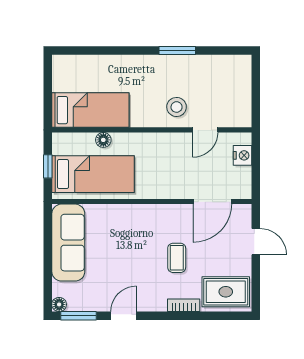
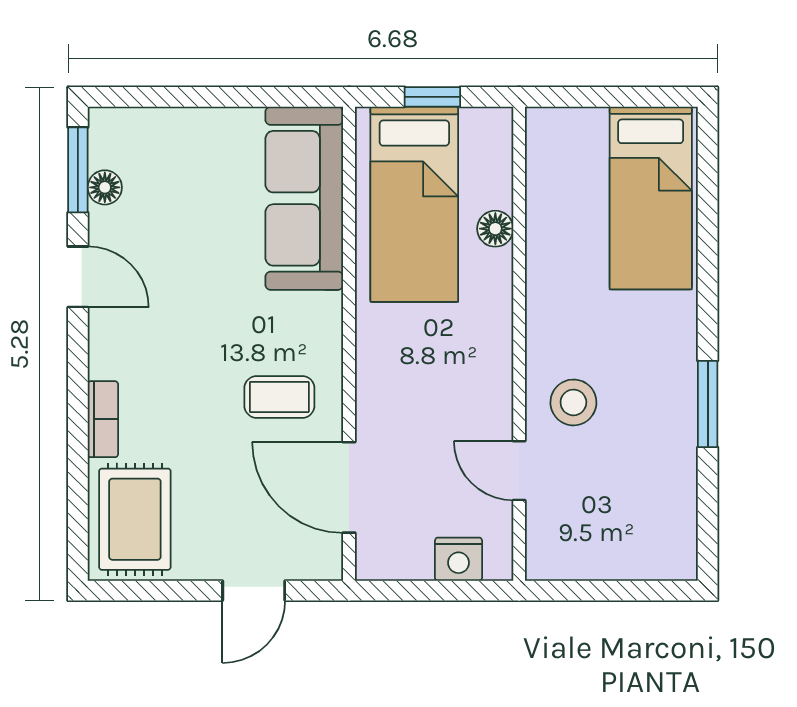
bed: (90, 110) -> (651, 198), moved
sofa: (68, 243) -> (304, 198), moved, turned 90
coffee table: (177, 258) -> (279, 397), moved
floor lamp: (59, 304) -> (105, 187), moved

